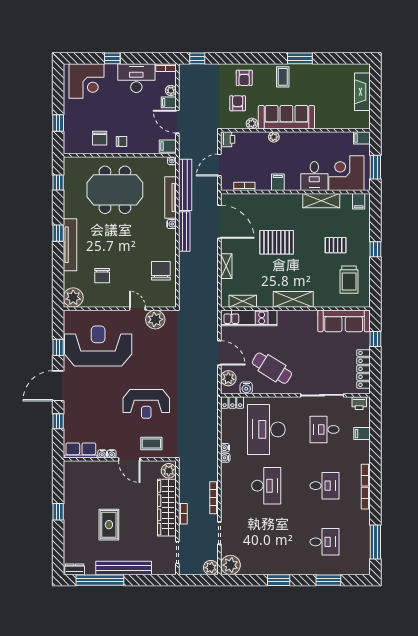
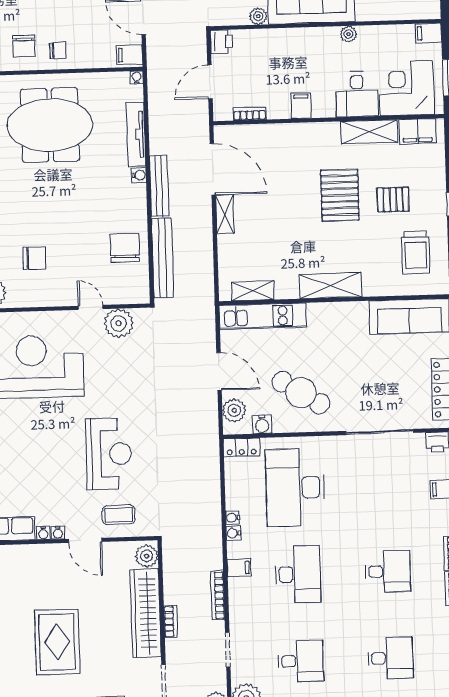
plant: (274, 137) -> (349, 34), moved
bench: (185, 185) -> (163, 258), moved
filing cabinet: (359, 201) -> (417, 131), width x2.00
pallet: (277, 242) -> (340, 195), moved, turned 90
shelving: (226, 266) -> (225, 214), moved
chair: (102, 276) -> (34, 258), turned -90
reception desk: (146, 404) -> (109, 454), turned -90
desk: (324, 429) -> (301, 661), moved, turned 180
filing cabinet: (228, 480) -> (239, 568), added
rug: (109, 525) -> (57, 642), width x1.36, depth x1.43

